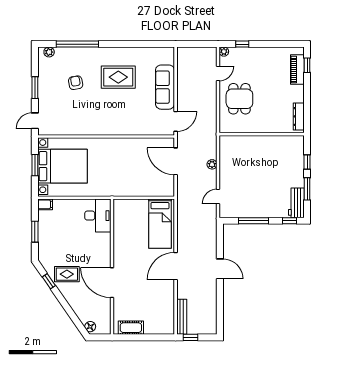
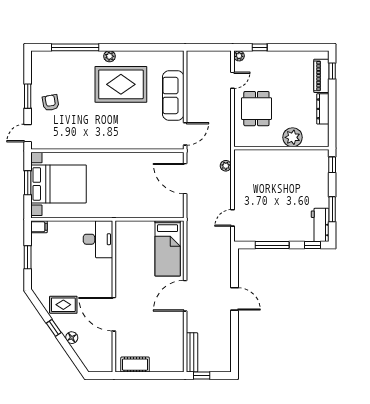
plant: (49, 52) -> (110, 56), moved
rug: (118, 77) -> (121, 84), width x1.37, depth x1.44
armchair: (76, 83) -> (51, 103), moved
dresser: (299, 116) -> (323, 109), moved
plant: (272, 124) -> (293, 137), added
window: (307, 162) -> (332, 165), moved
plant: (212, 164) -> (226, 166), moved
window: (49, 281) -> (54, 328), moved
floor lamp: (90, 327) -> (72, 338), moved

